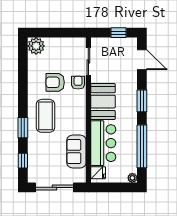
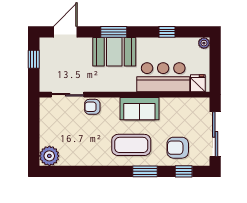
armchair: (55, 82) -> (178, 148), moved, turned 90
booth: (103, 102) -> (114, 52), moved
window: (142, 146) -> (167, 32), width x0.32
sofa: (76, 152) -> (139, 109), moved

